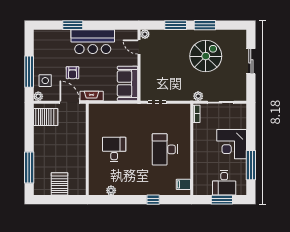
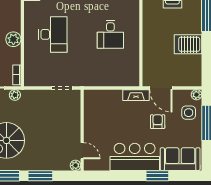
sofa: (128, 84) -> (180, 159), moved, turned -90
server rack: (46, 117) -> (188, 44), moved
plant: (200, 145) -> (13, 39), added

